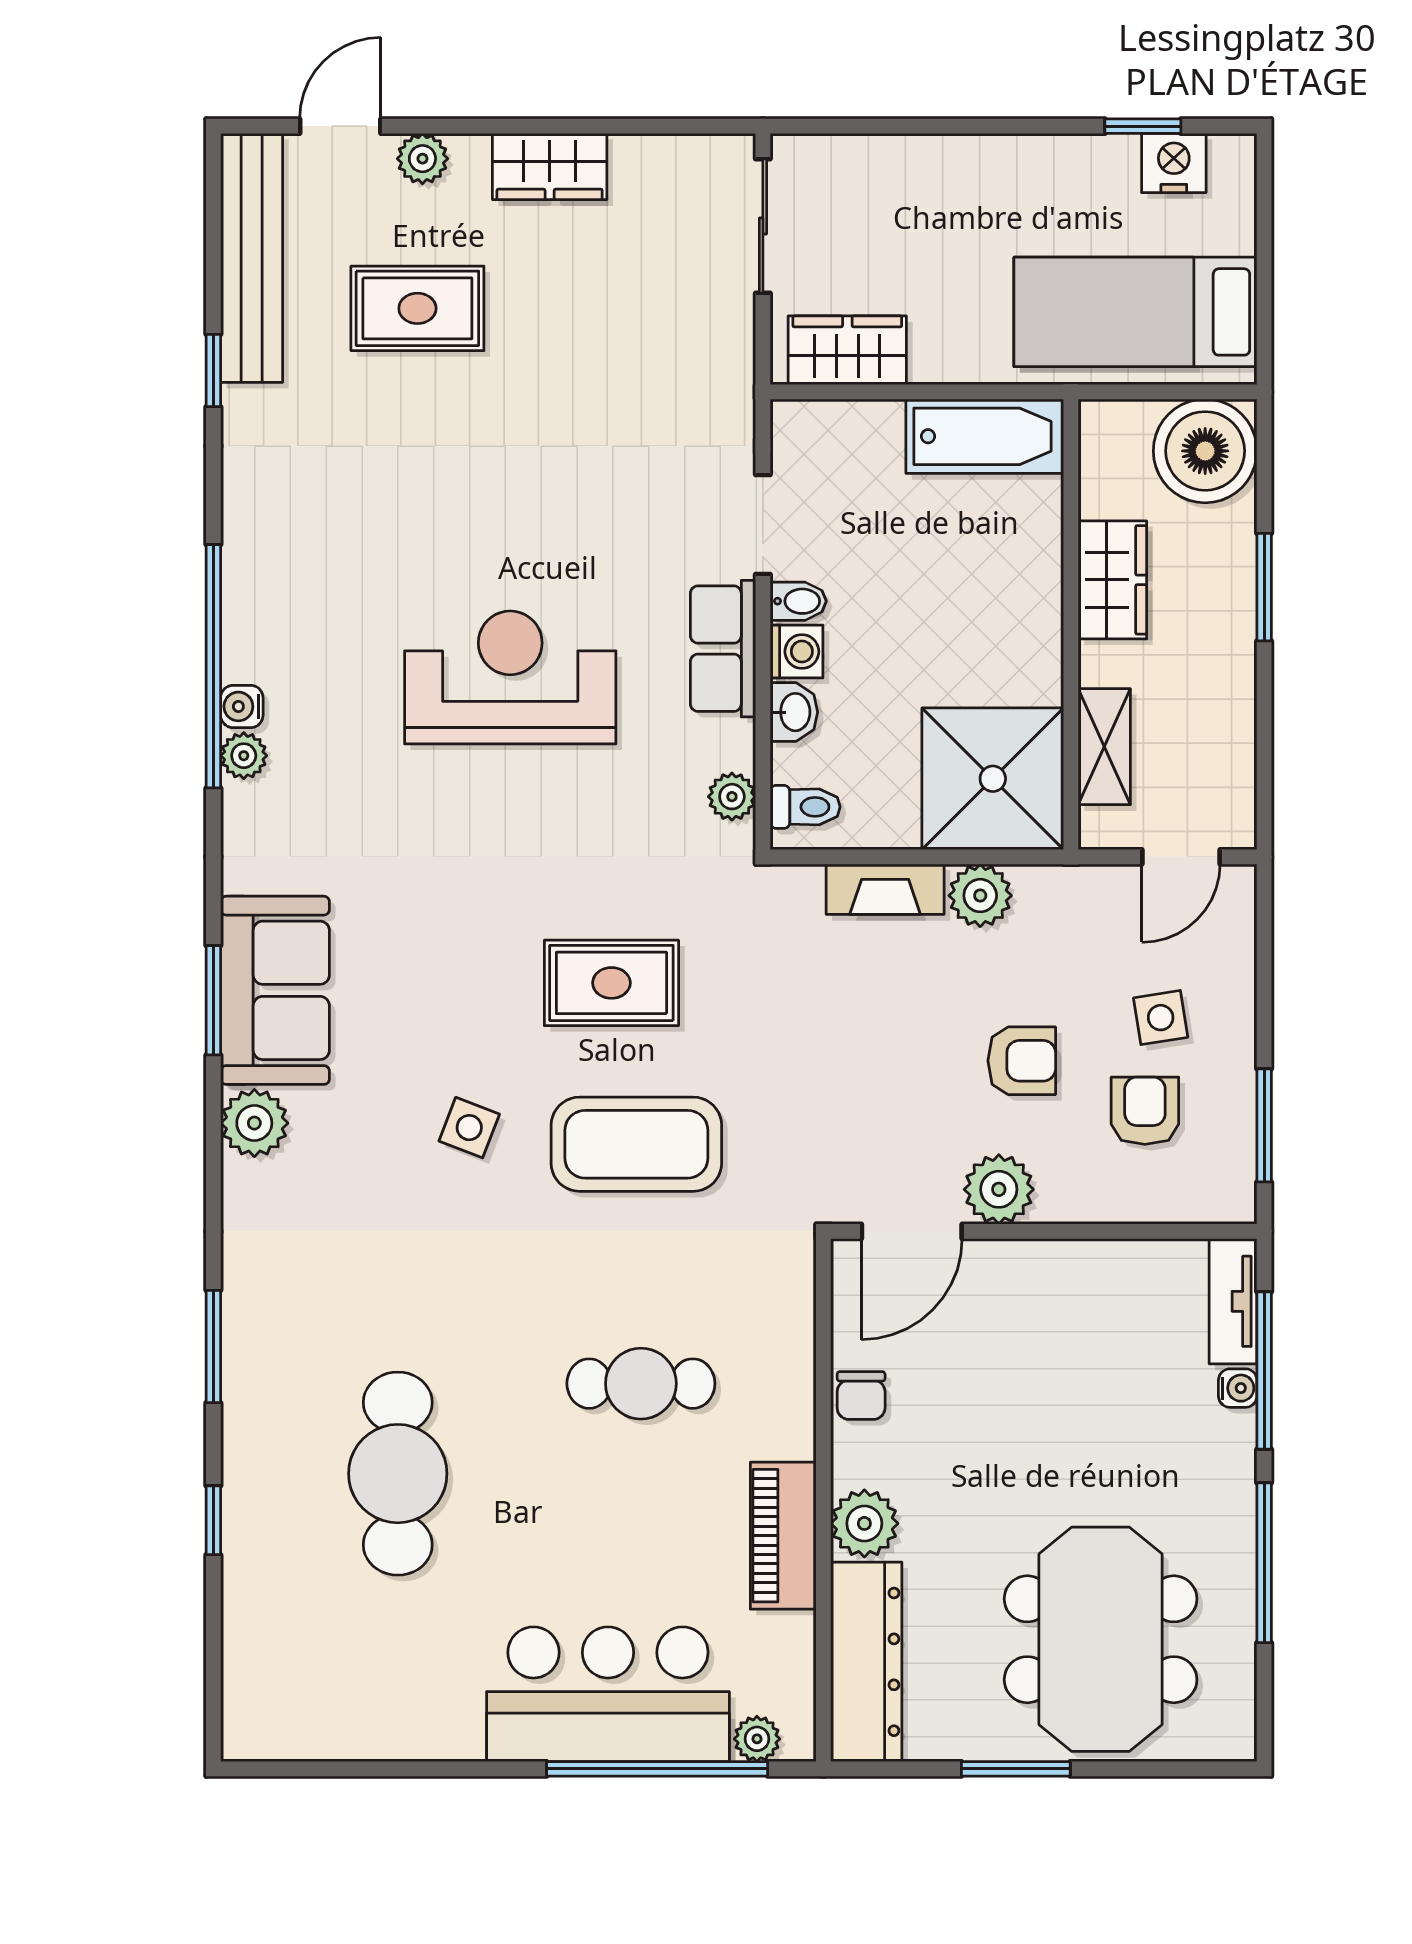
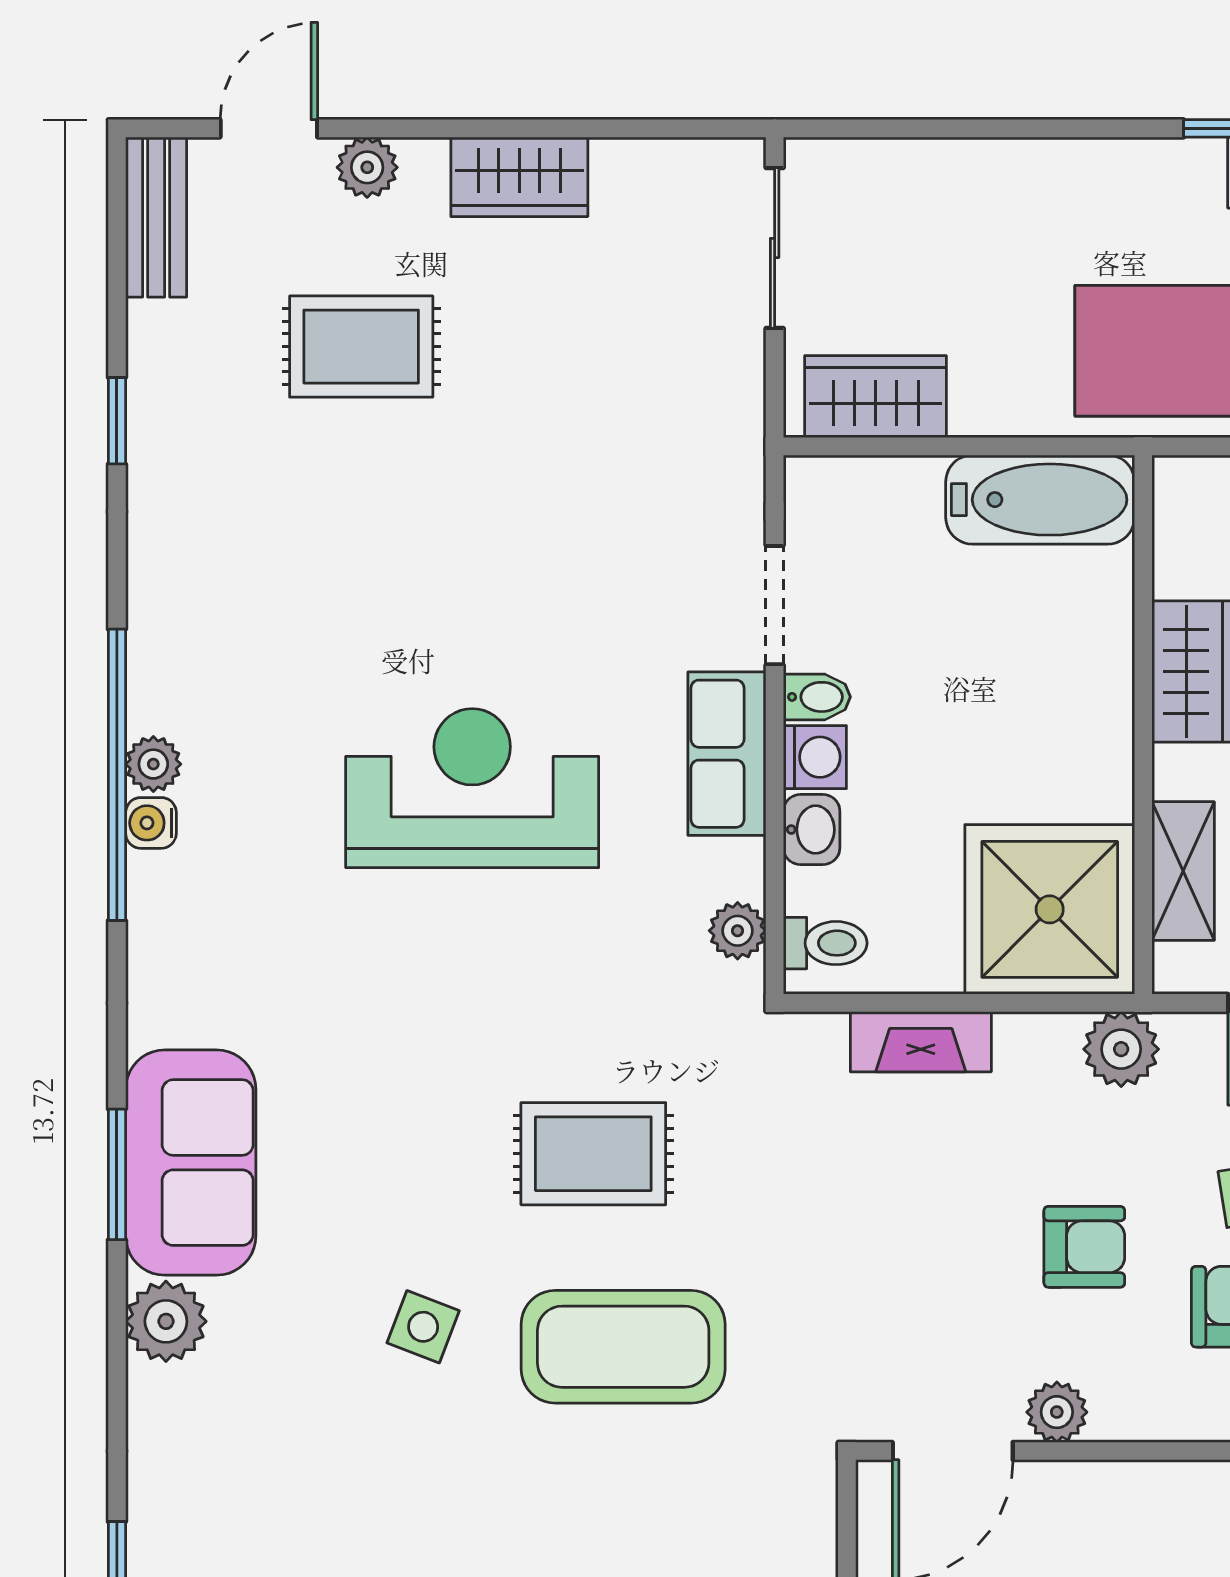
bench: (252, 258) -> (156, 217), width x0.54, depth x0.82
plant: (244, 756) -> (153, 764), moved
plant: (980, 896) -> (1121, 1049), moved
plant: (999, 1189) -> (1057, 1412), width x0.73, depth x0.73

